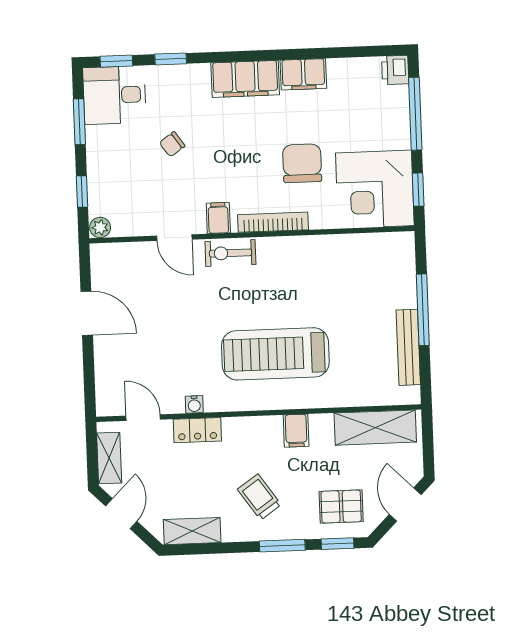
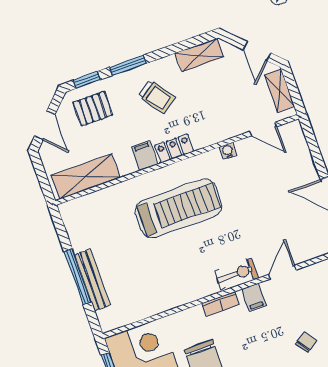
bookcase: (273, 222) -> (221, 304), width x0.64
door: (174, 238) -> (282, 272), hinge flipped
bench: (408, 347) -> (92, 280), moved
locker: (197, 430) -> (174, 149), moved

